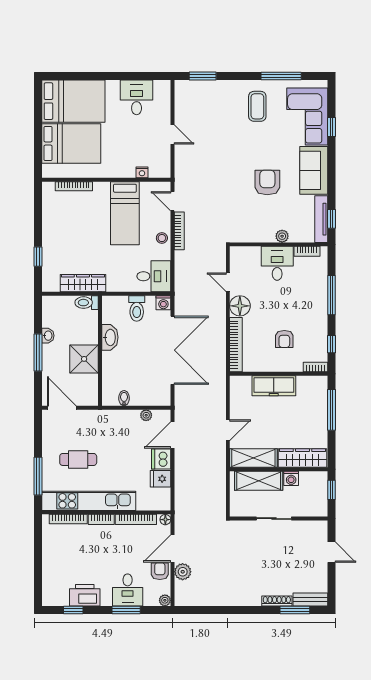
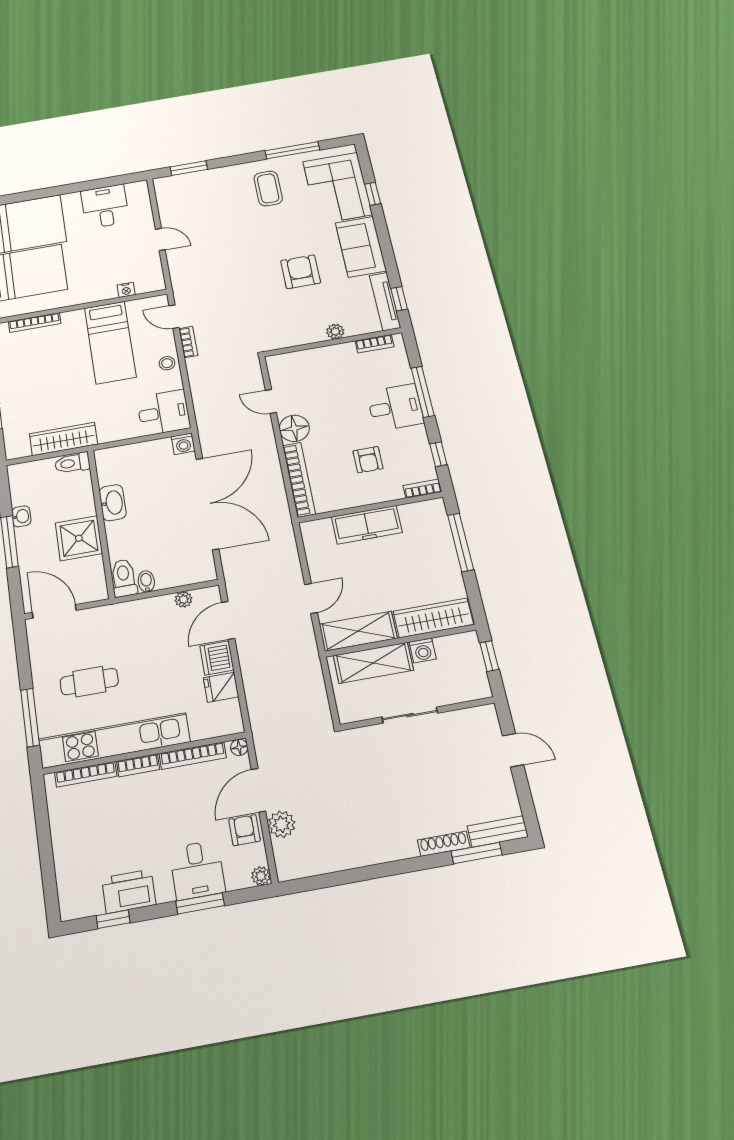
bookcase: (179, 231) -> (188, 342), width x0.64
desk: (277, 263) -> (395, 407), moved, turned 90
toilet: (137, 308) -> (124, 578), moved, turned 180

